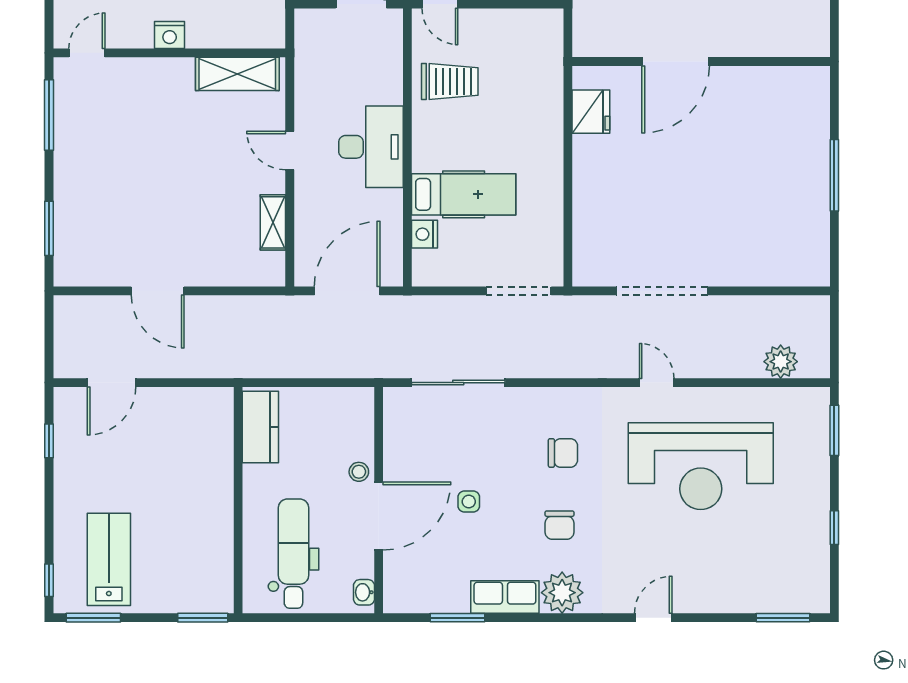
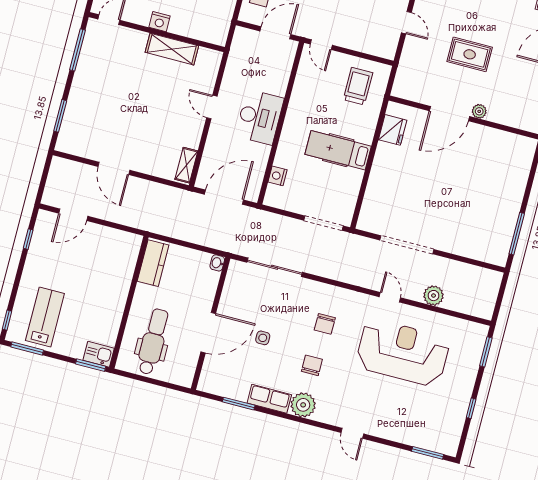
plant: (723, 45) -> (479, 111), added
shelving: (237, 74) -> (172, 49), moved
trolley: (450, 82) -> (358, 86), moved, turned -90
window: (834, 175) -> (517, 234), moved
hospital bed: (464, 194) -> (338, 150), moved, turned 180
shelving: (273, 222) -> (186, 165), moved
plant: (781, 362) -> (434, 296), moved
chair: (563, 453) -> (325, 324), turned 90
reception desk: (701, 466) -> (403, 352), turned 180
stool: (359, 472) -> (203, 304), removed
chair: (559, 525) -> (312, 365), turned 180
washbasin: (364, 592) -> (217, 263), moved
kitchen sink: (211, 597) -> (99, 354), added
door: (653, 618) -> (352, 433), swing flipped

